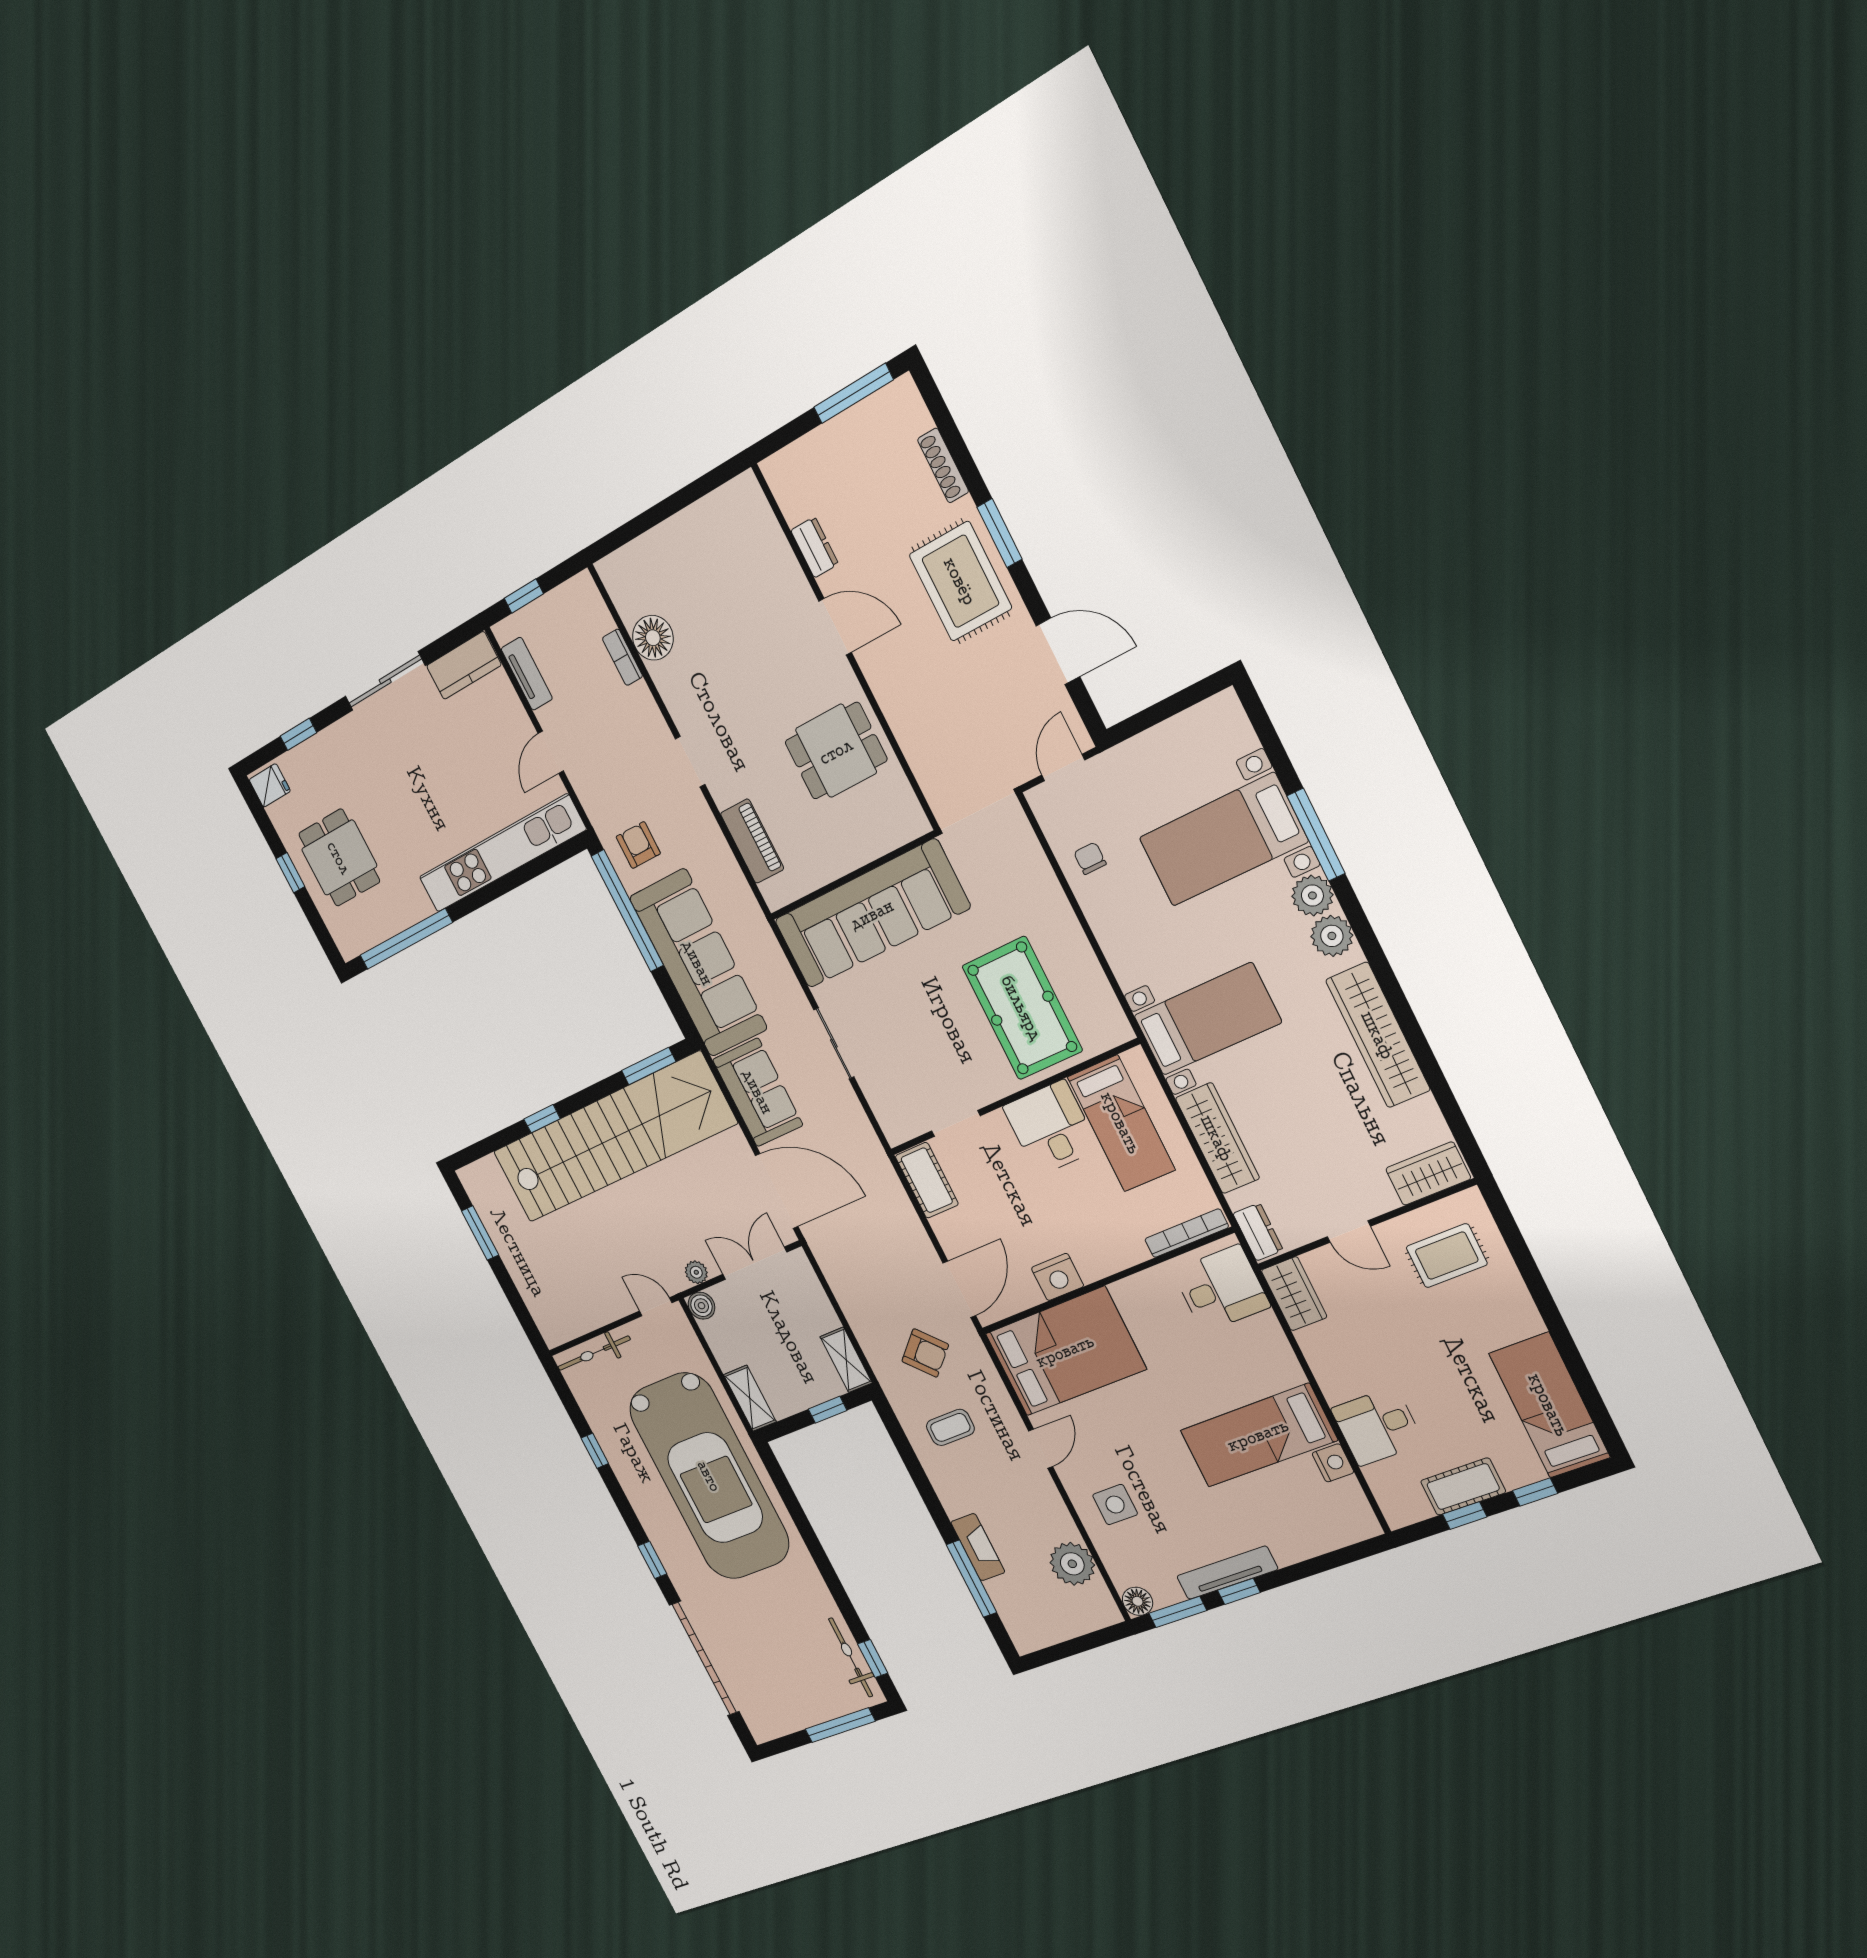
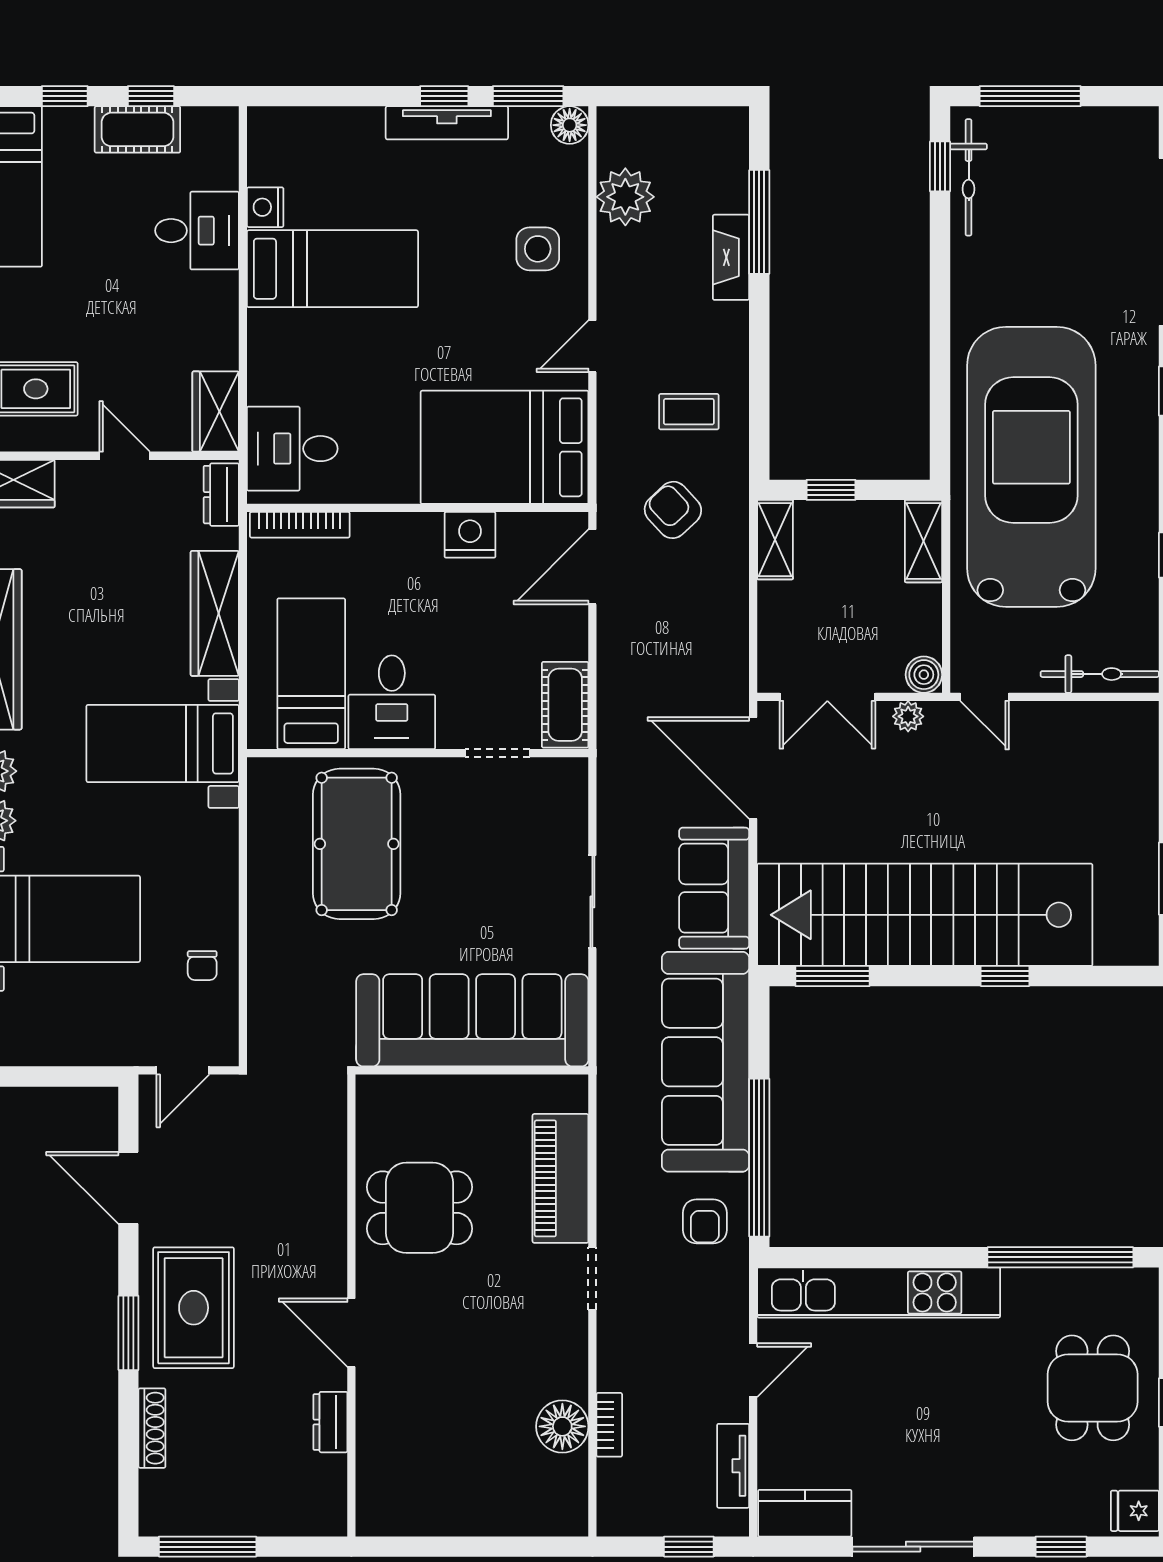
piano: (752, 841) -> (560, 1178), width x1.37, depth x1.33

